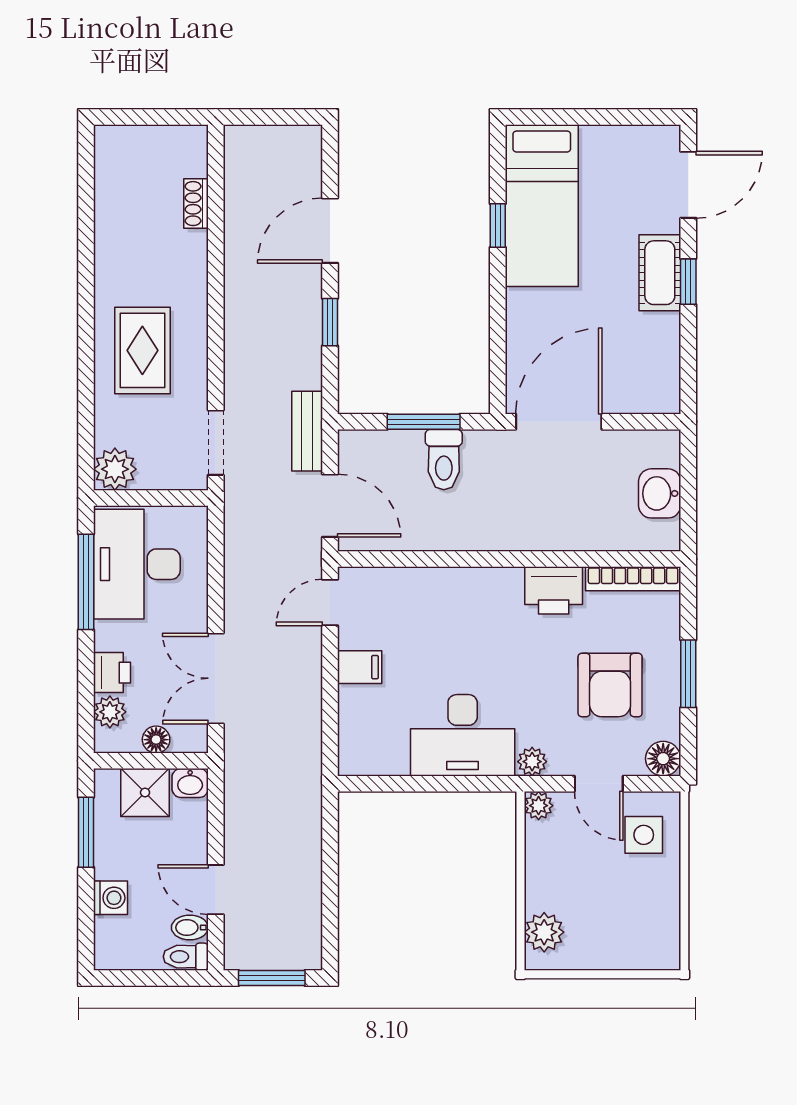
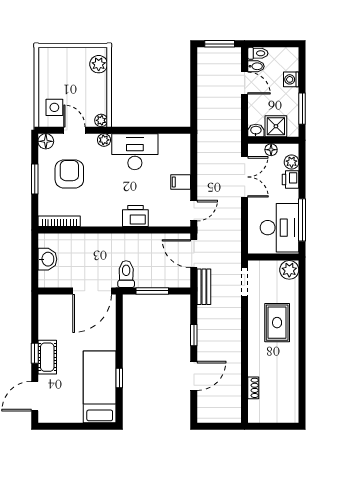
toilet: (444, 460) -> (126, 274), moved
printer: (554, 590) -> (135, 216), moved

